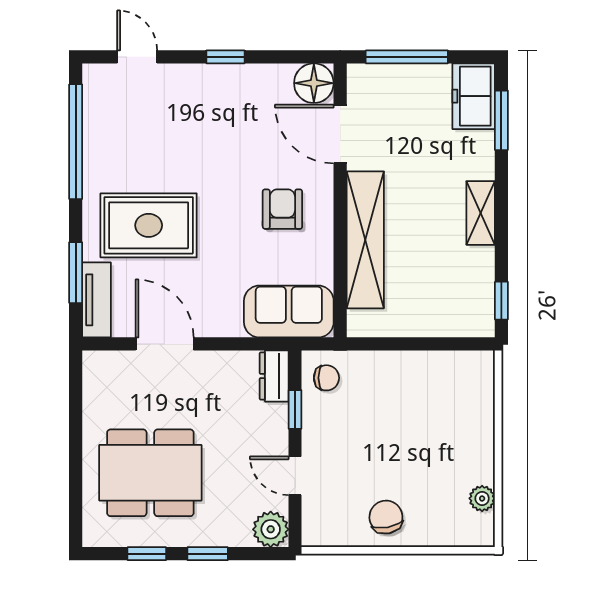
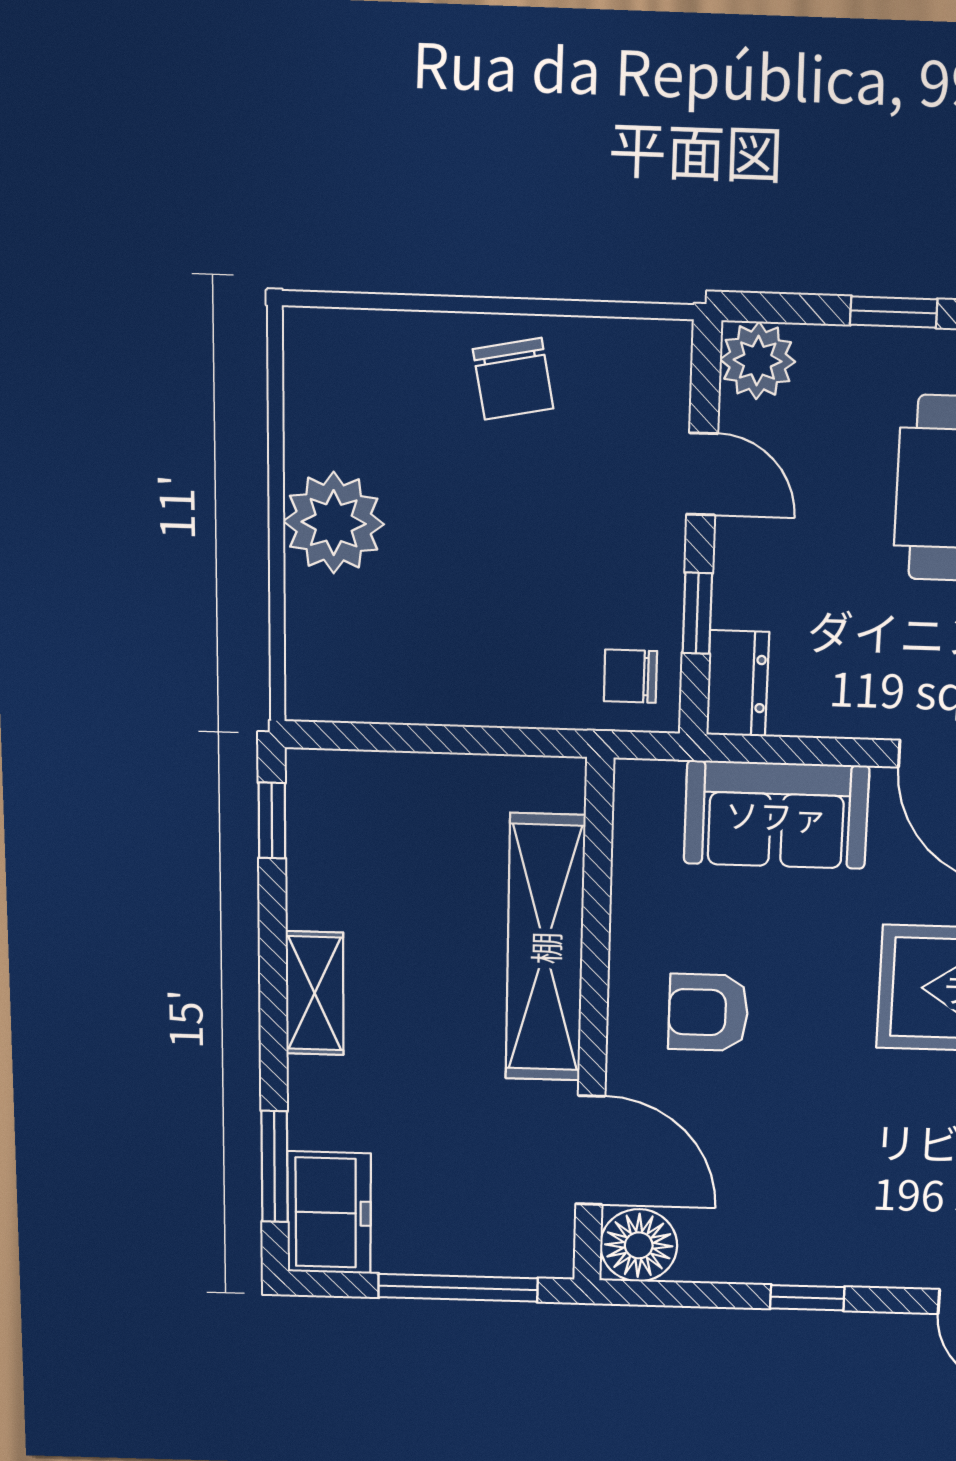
armchair: (282, 209) -> (708, 1012), turned 90
sofa: (289, 312) -> (776, 815), moved
plant: (482, 498) -> (334, 523), moved, width x1.87, depth x1.87

